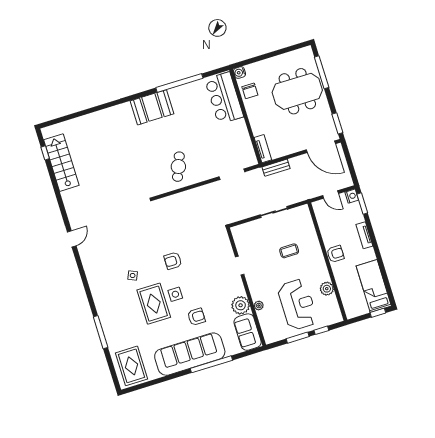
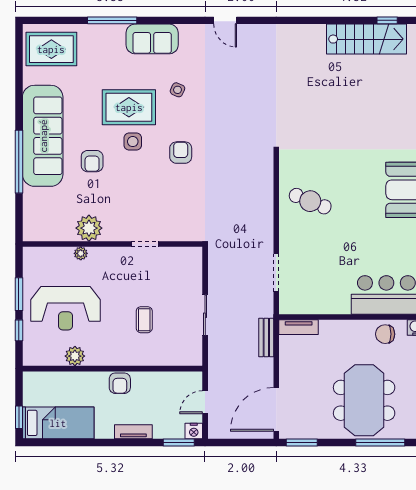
door: (72, 239) -> (225, 20), moved
sofa: (248, 332) -> (152, 39), moved, turned 180

